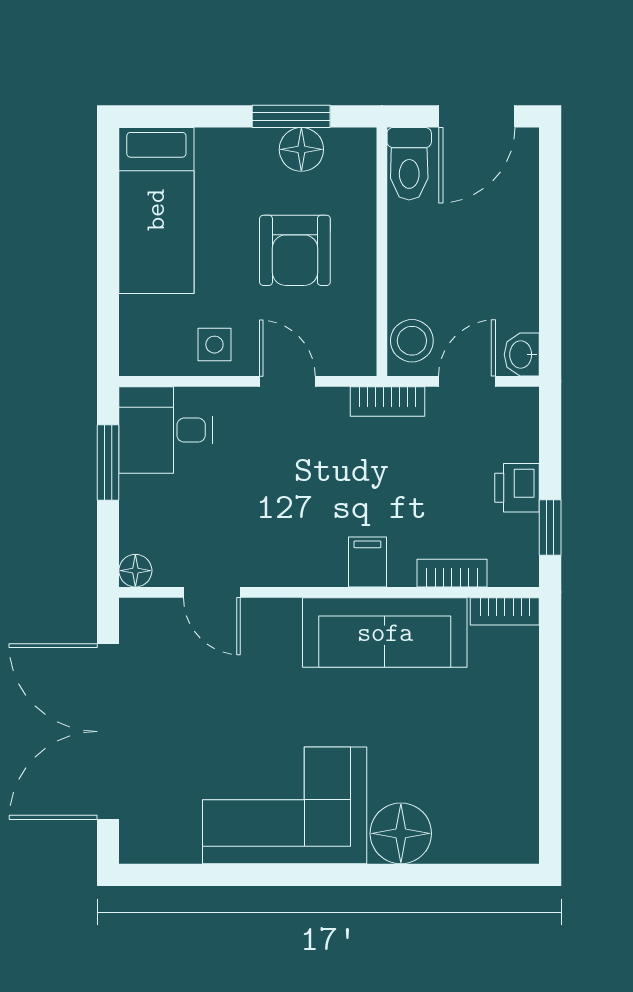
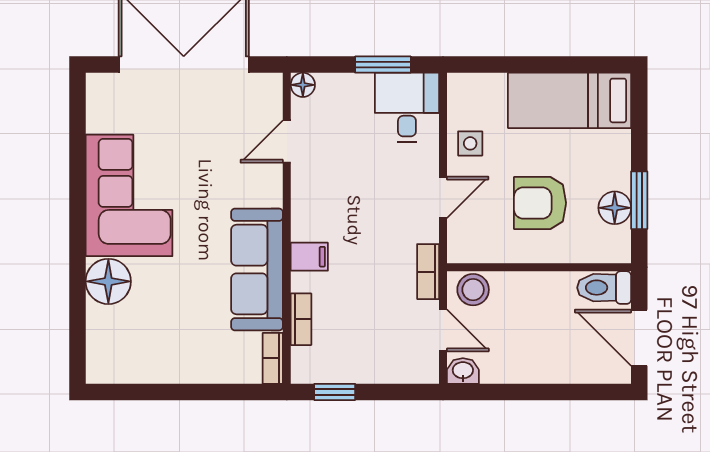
printer: (517, 488) -> (364, 367), removed

